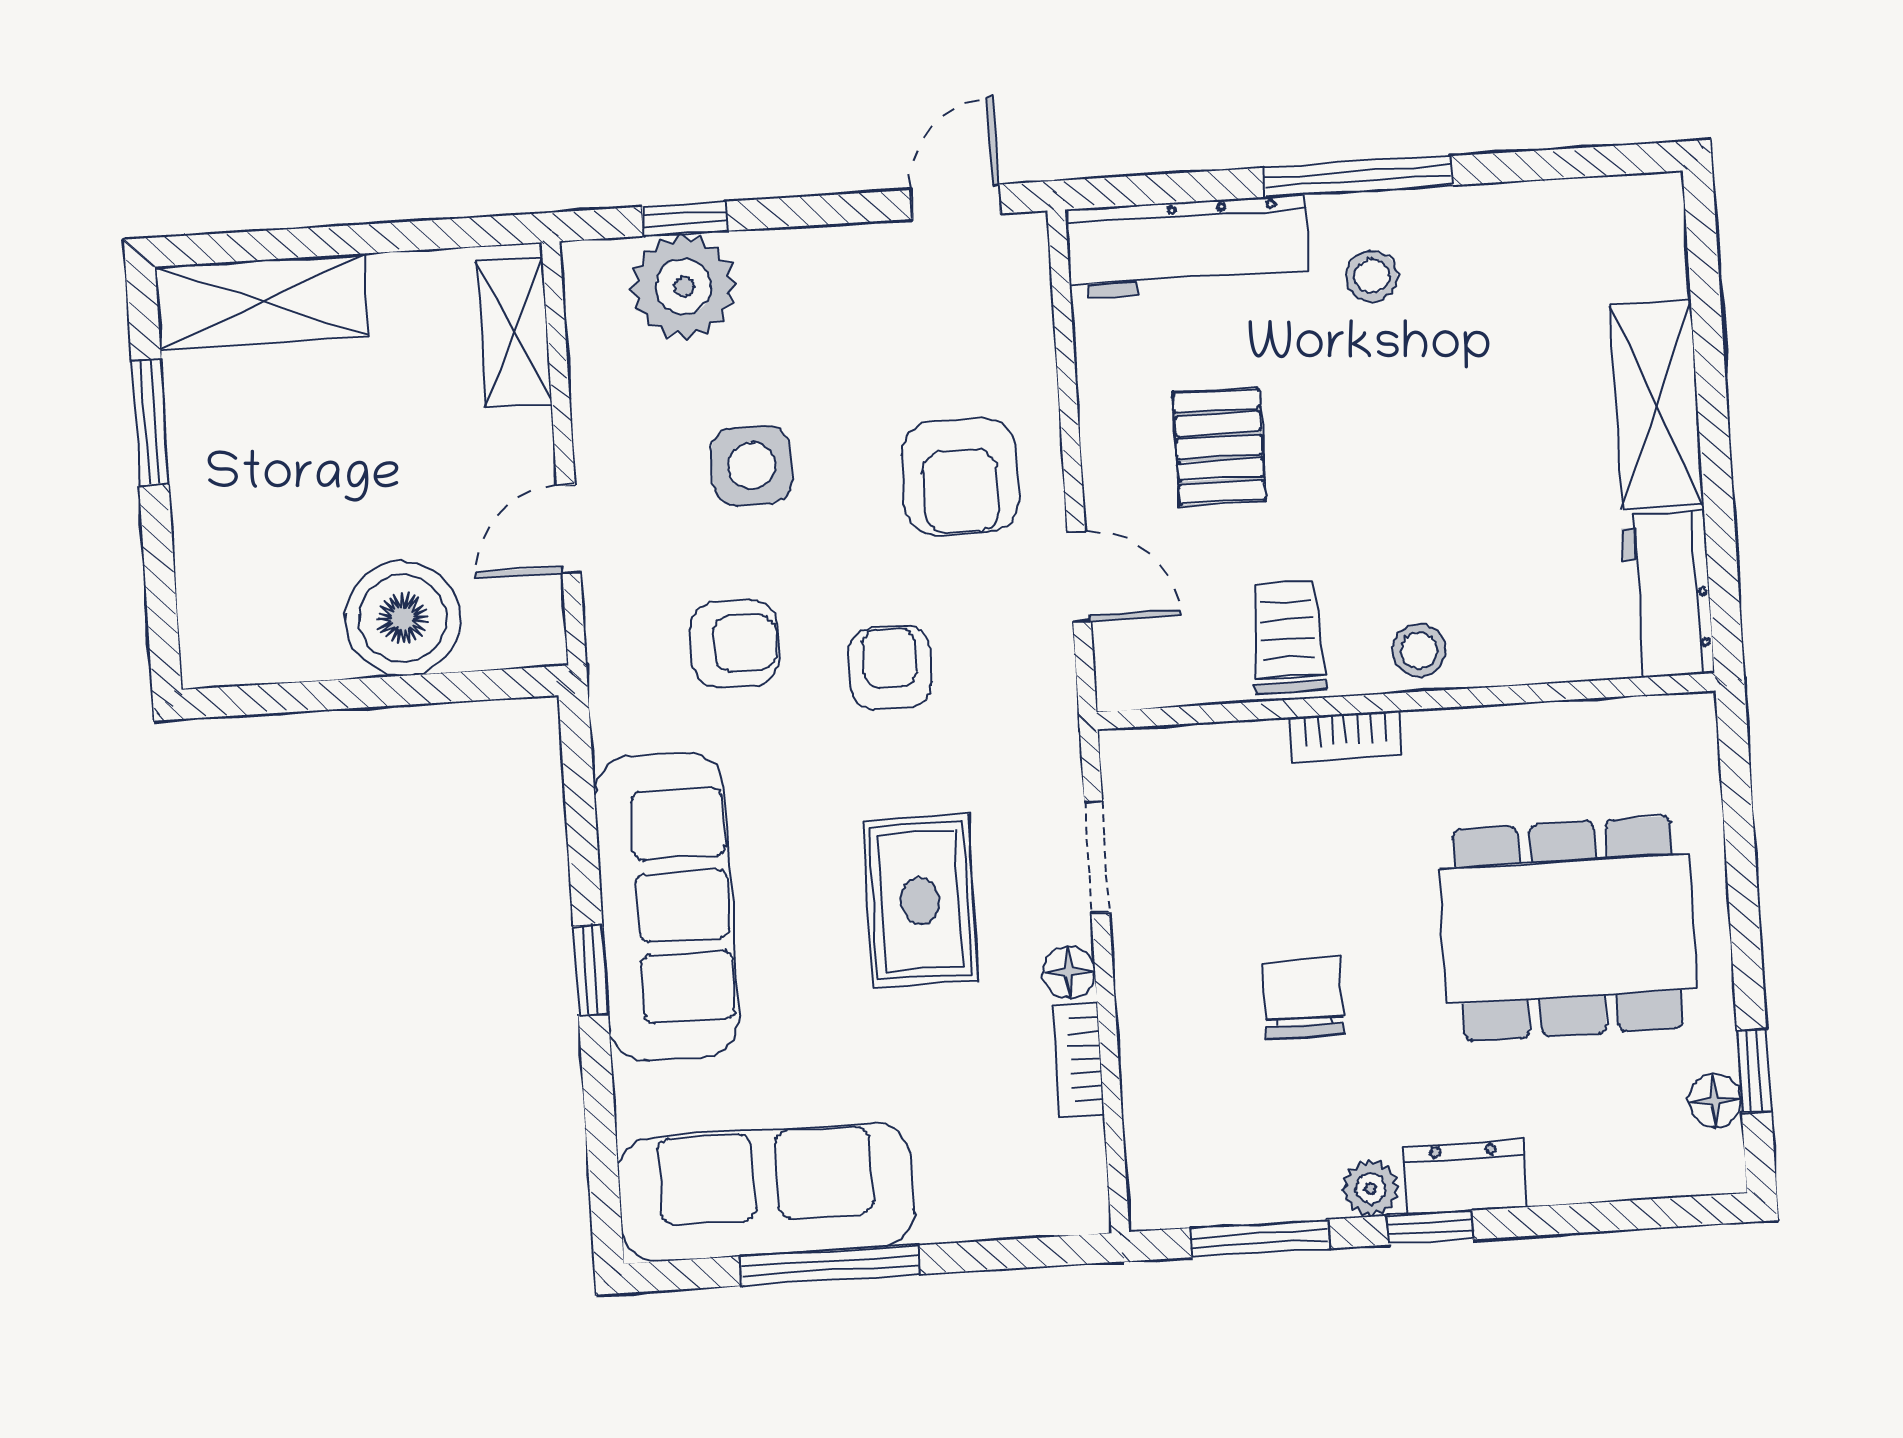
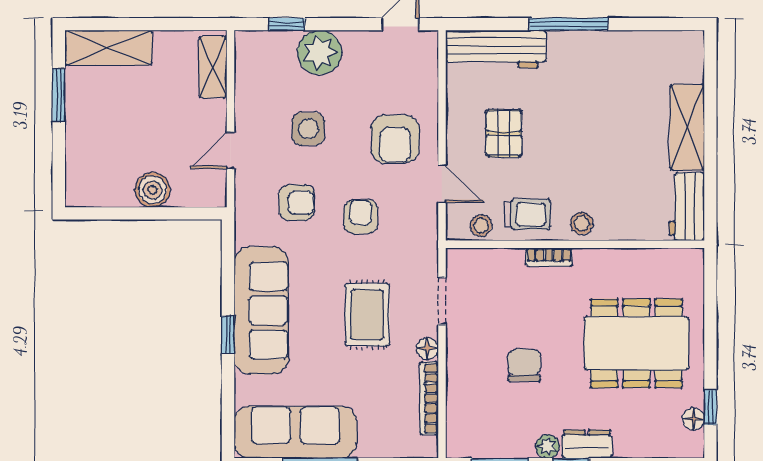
stool: (1372, 276) -> (481, 226), moved
plant: (684, 287) -> (320, 52), moved
boiler: (403, 618) -> (152, 190), width x0.73, depth x0.73
trolley: (1288, 637) -> (527, 214), turned 90
bookcase: (1078, 1060) -> (429, 398), width x1.56

